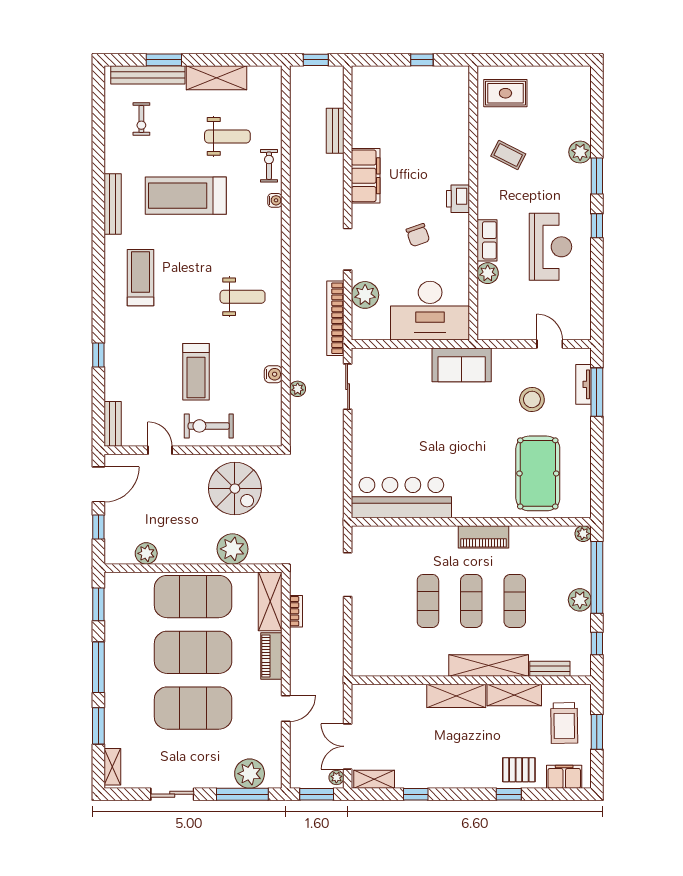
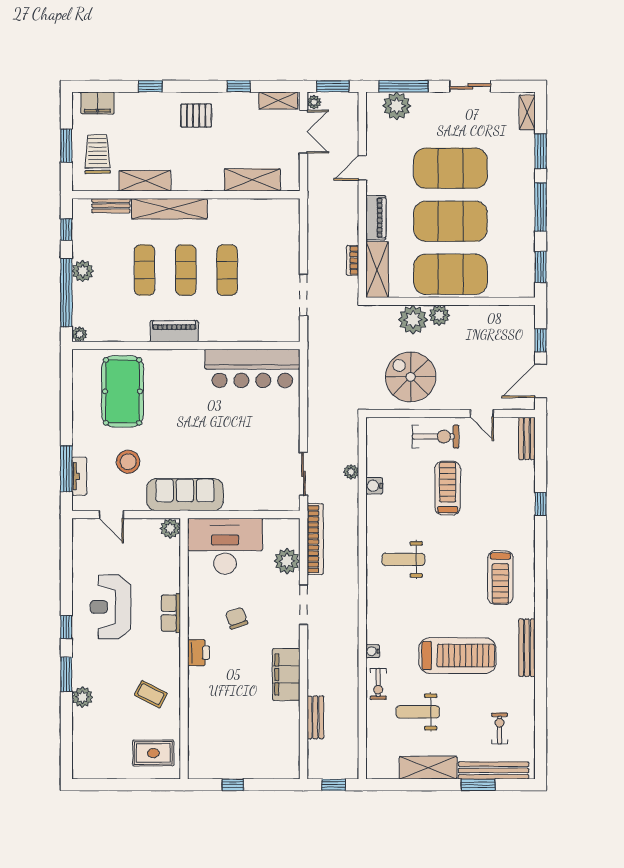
plant: (488, 273) -> (170, 528), moved
sofa: (462, 365) -> (185, 495), width x1.36
plant: (146, 553) -> (439, 315), moved
shelving: (456, 696) -> (252, 180), moved
pallet: (519, 770) -> (196, 116), moved

